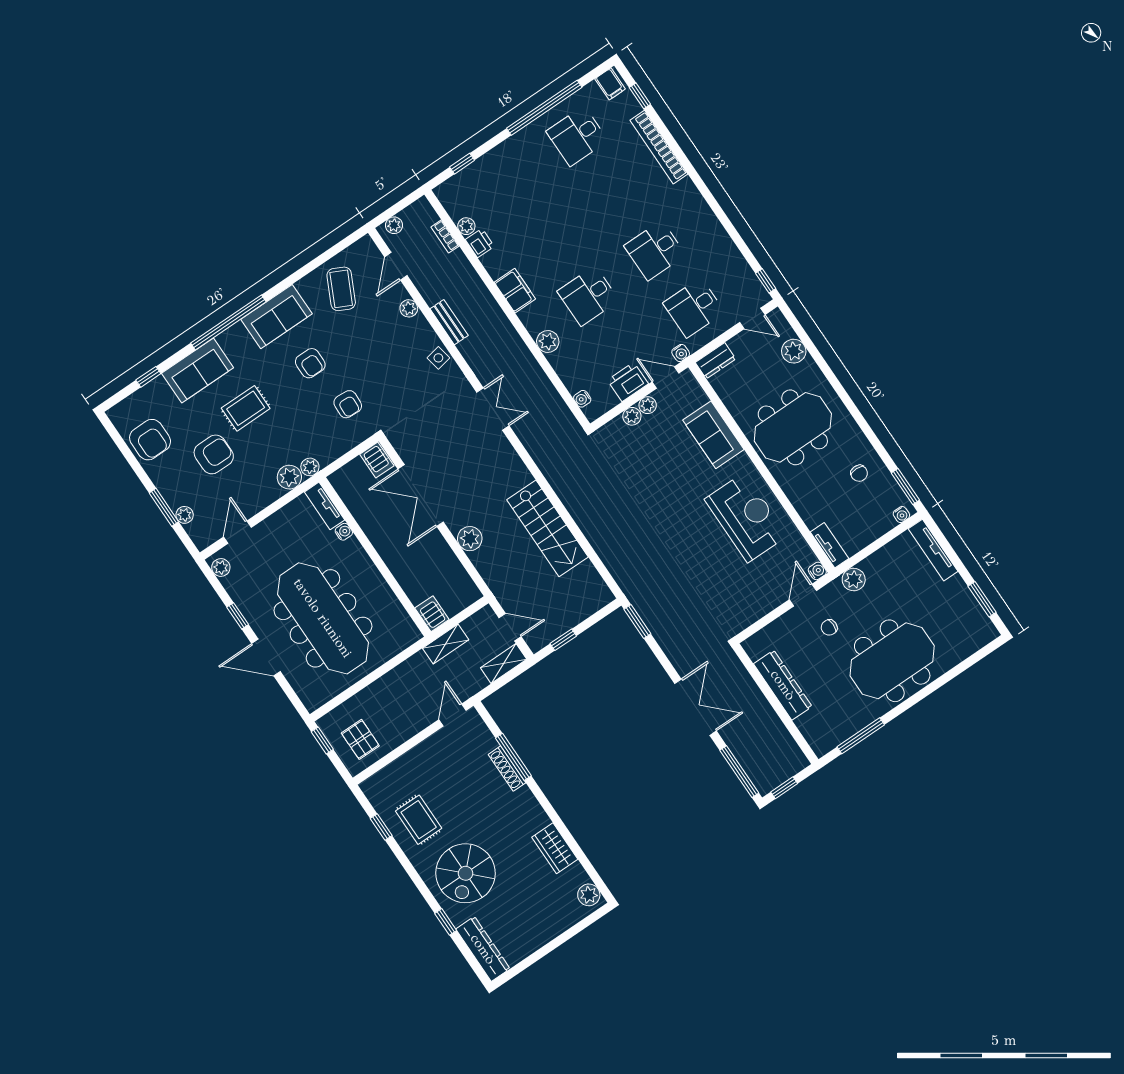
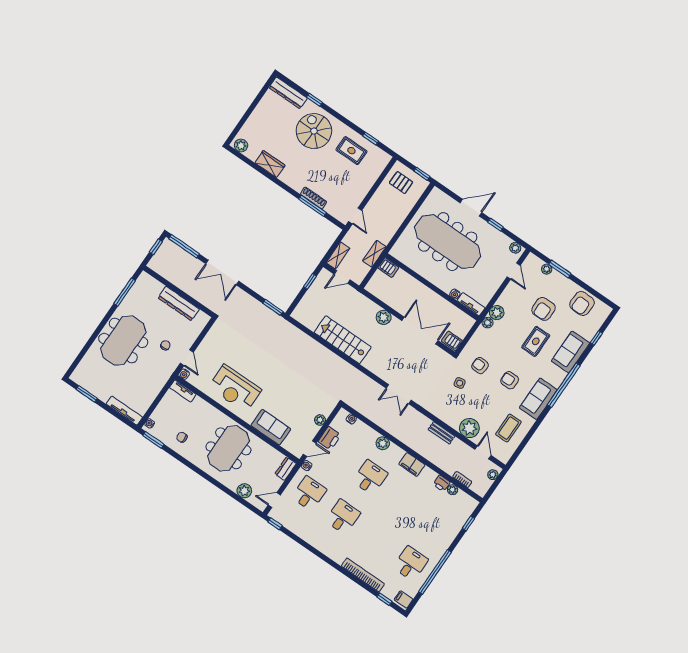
coffee table: (341, 289) -> (508, 428), turned 64
plant: (409, 308) -> (469, 428), width x1.88, depth x1.88
side table: (438, 358) -> (460, 383), moved
plant: (648, 405) -> (314, 429), removed
armchair: (150, 440) -> (582, 303), turned -88
plant: (854, 580) -> (162, 377), removed

